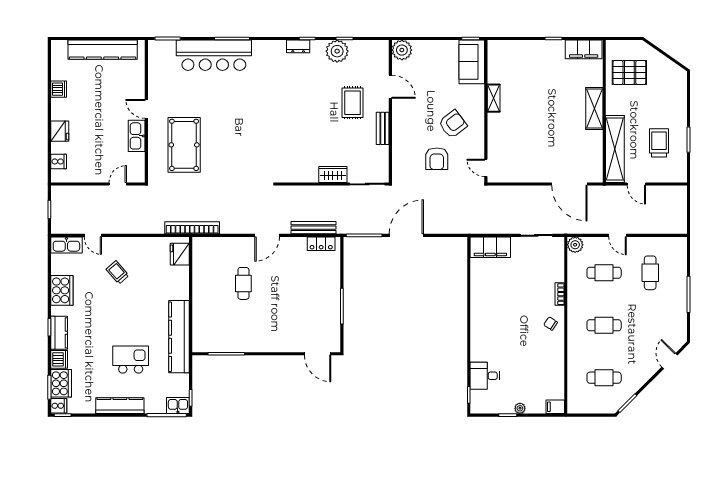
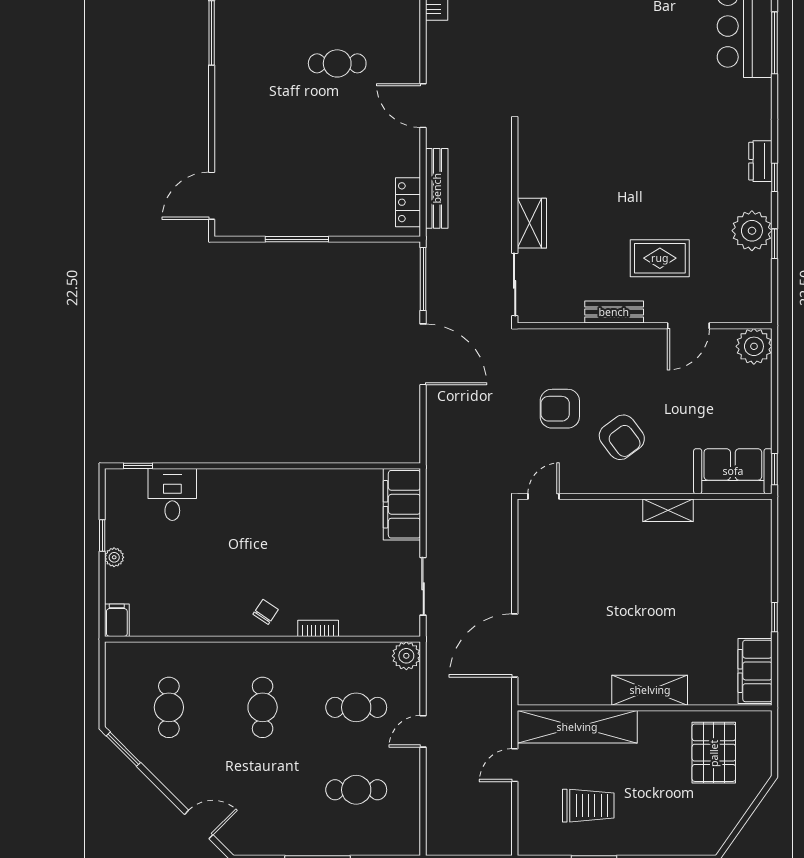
cafe table: (604, 273) -> (356, 707), turned 90

